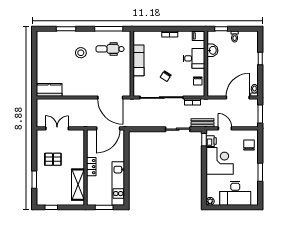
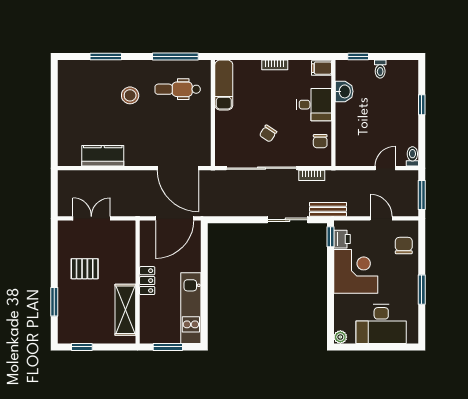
exam couch: (138, 60) -> (224, 85), moved
kitchen counter: (49, 90) -> (103, 156), moved
door: (238, 98) -> (385, 168), width x0.53
door: (225, 128) -> (381, 218), moved

